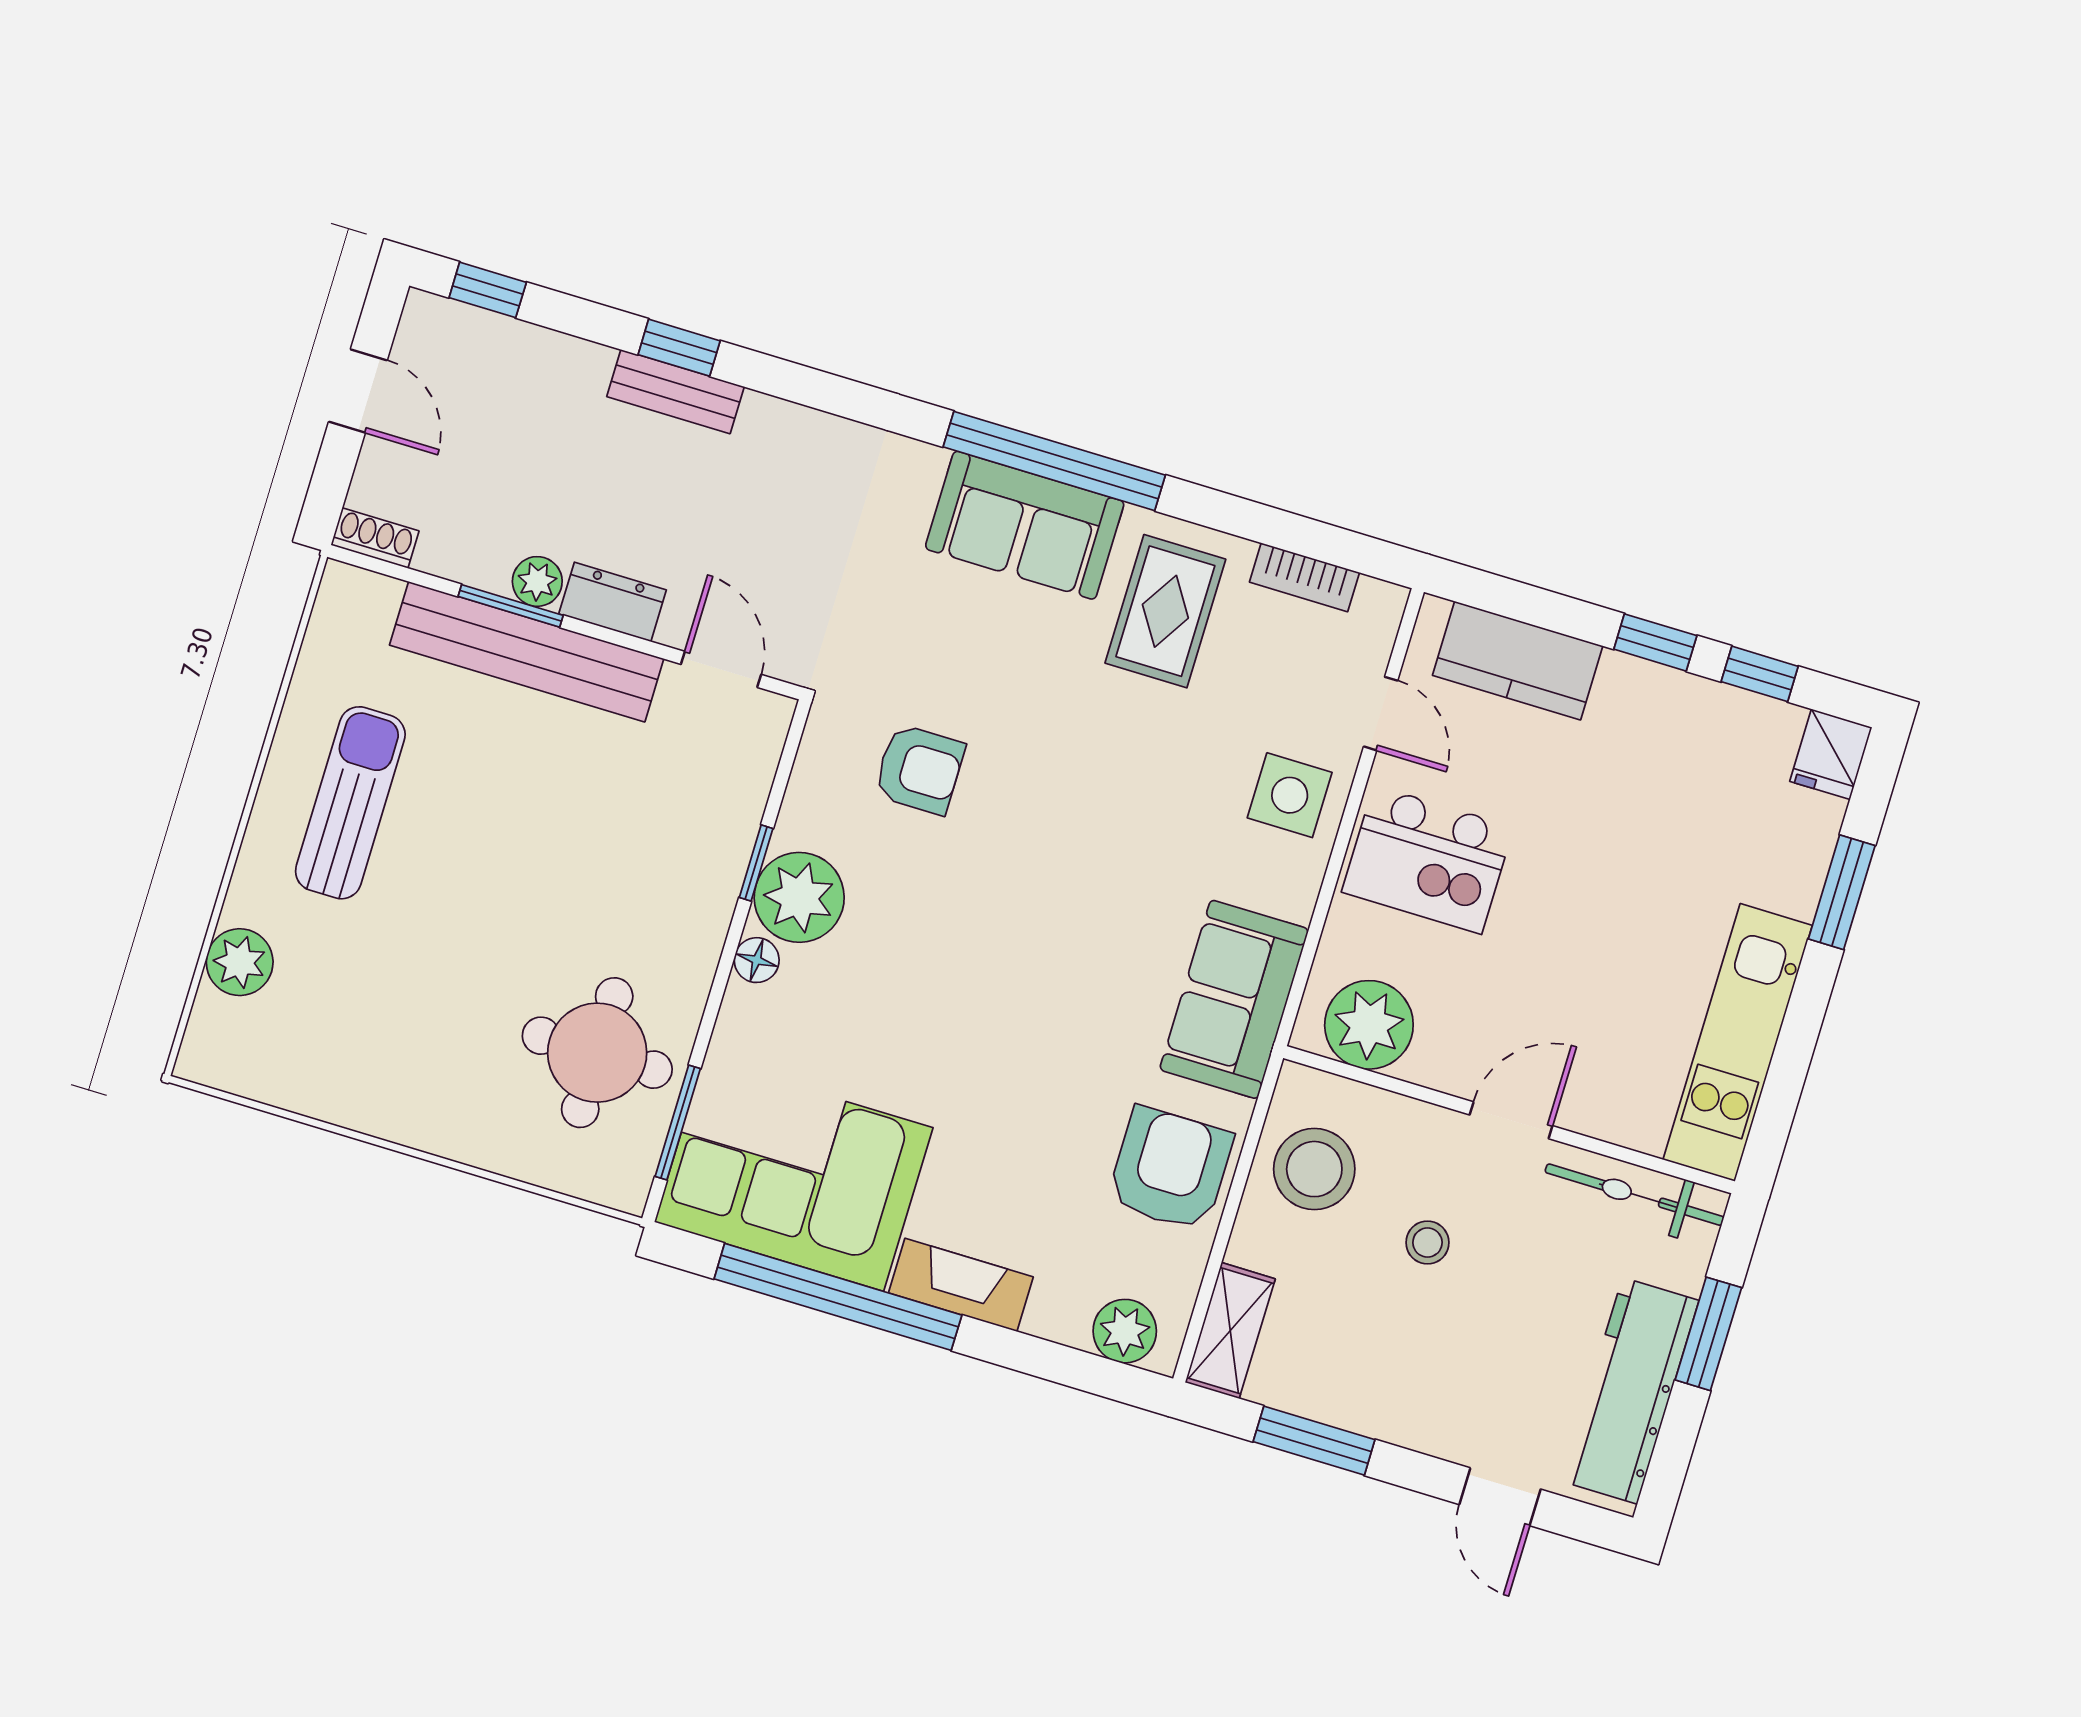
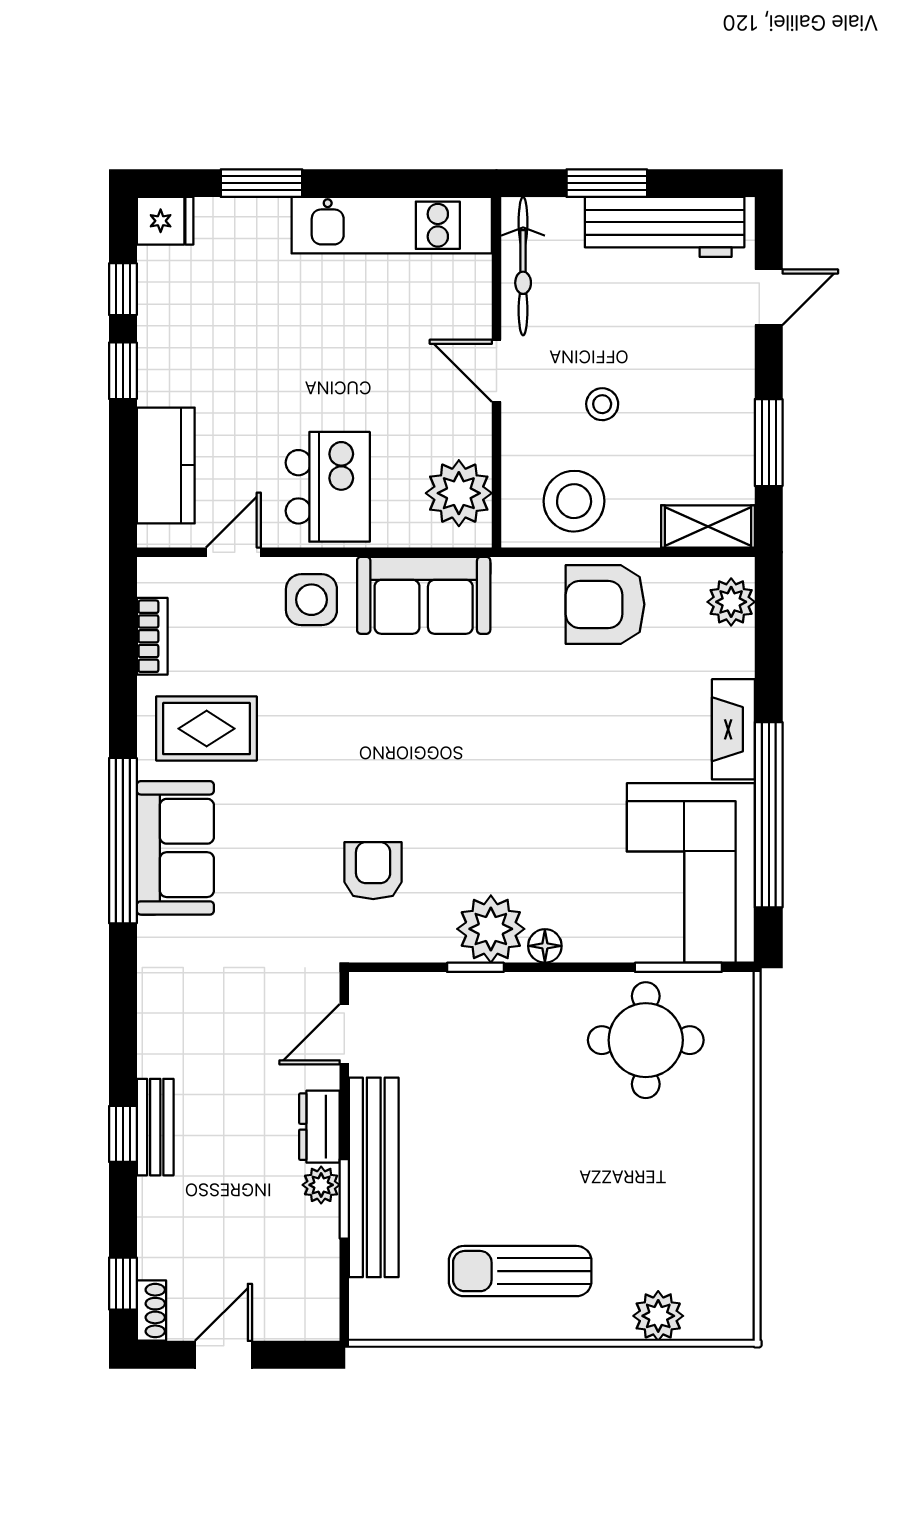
shoe rack: (375, 538) -> (151, 1311), moved, turned 180
sofa: (1234, 999) -> (424, 595), moved

